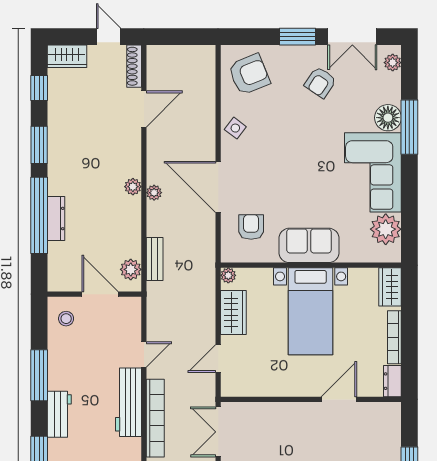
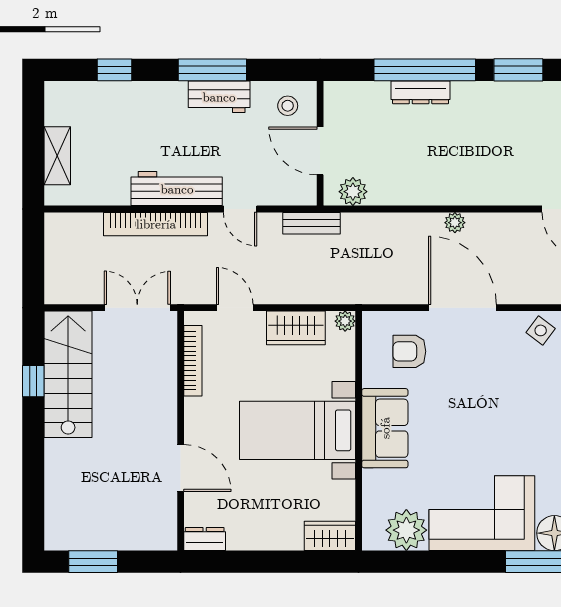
plant: (133, 187) -> (463, 194), removed
door: (218, 187) -> (462, 308), hinge flipped
armchair: (251, 227) -> (409, 351), turned 180
bench: (155, 259) -> (312, 223), moved
door: (100, 294) -> (320, 151), swing flipped
bookcase: (394, 337) -> (193, 361), moved, turned 90
workbench: (59, 414) -> (219, 97), moved

